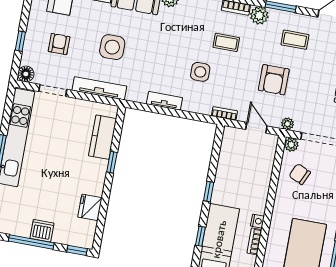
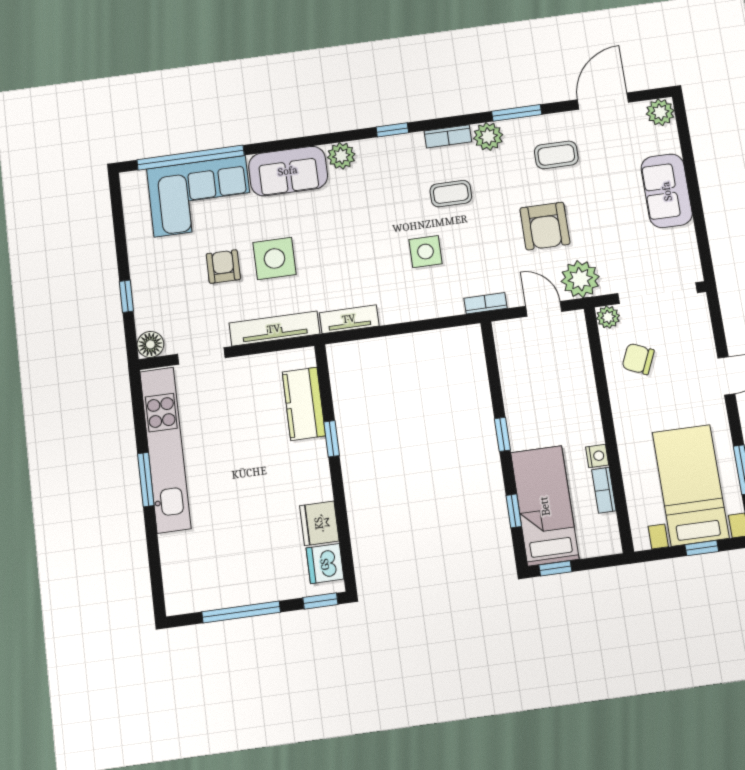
armchair: (59, 44) -> (223, 267), moved
tv unit: (164, 101) -> (349, 319), moved
plant: (288, 124) -> (580, 279), width x1.88, depth x1.88
dishwasher: (42, 231) -> (325, 564), moved, turned -90

